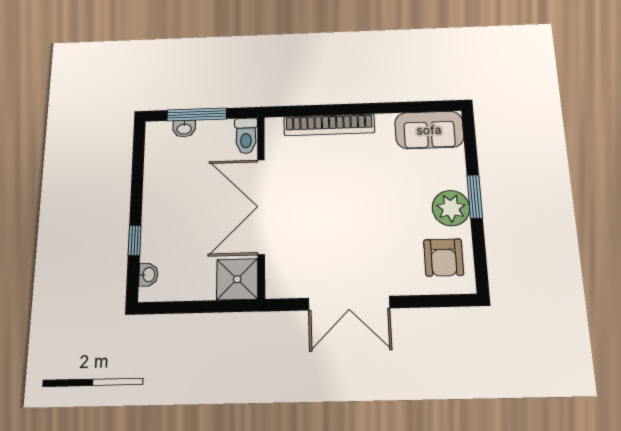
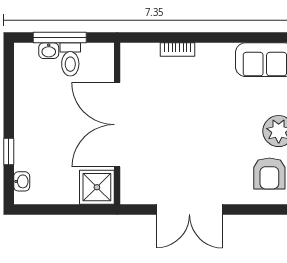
bookcase: (329, 125) -> (178, 50), width x0.43, depth x0.76
toilet: (246, 136) -> (70, 59), moved

